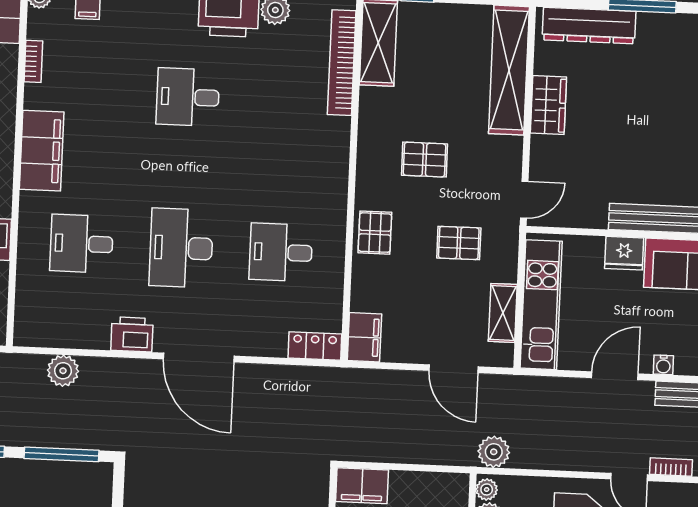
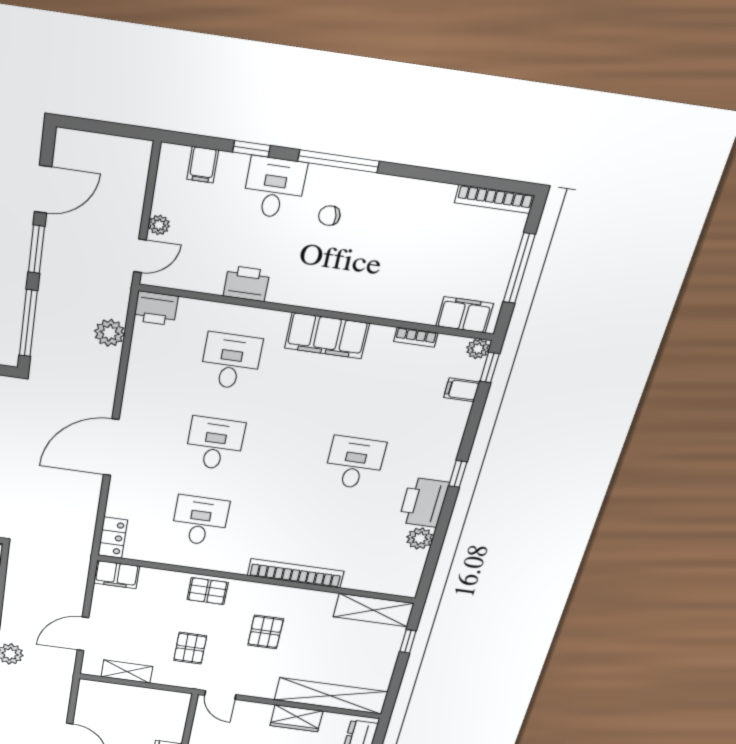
bookcase: (342, 63) -> (296, 573), moved
desk: (181, 248) -> (215, 444), width x0.73
kitchen unit: (541, 305) -> (131, 697), removed
printer: (132, 334) -> (156, 308), moved, turned 90

